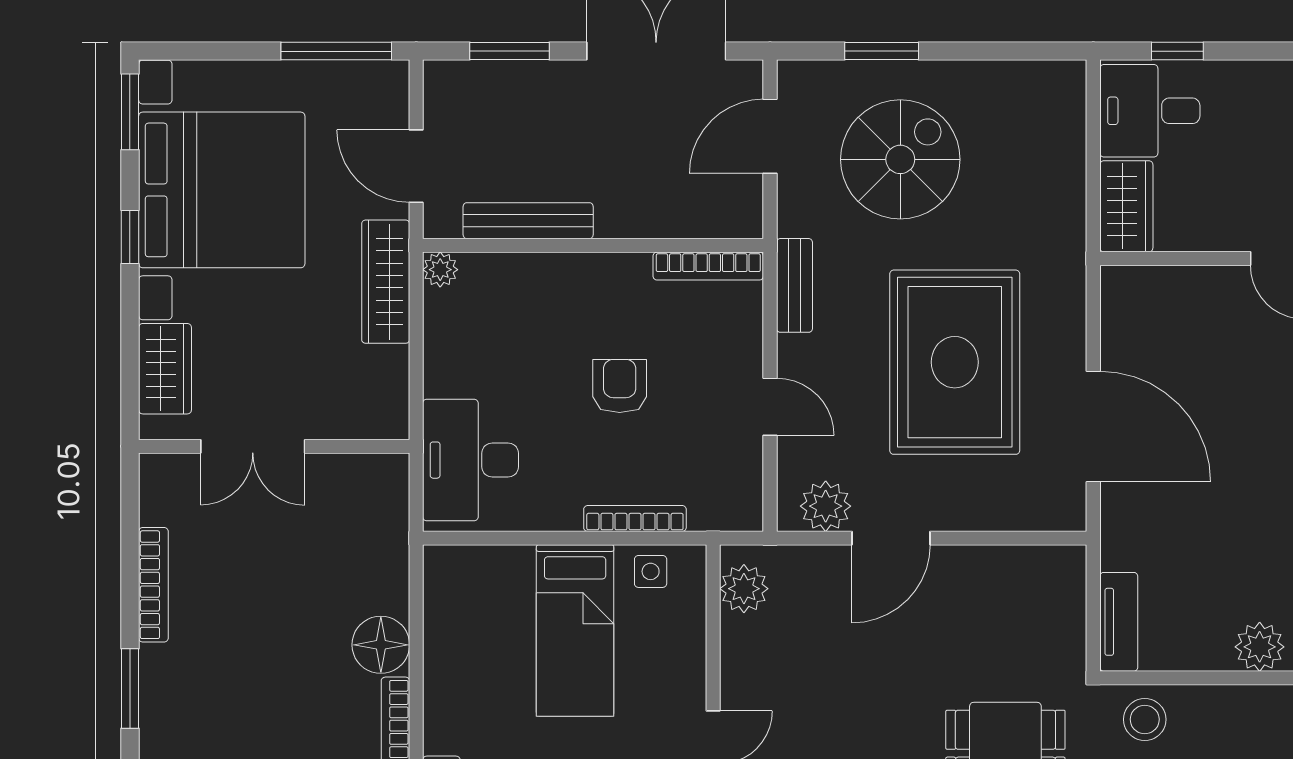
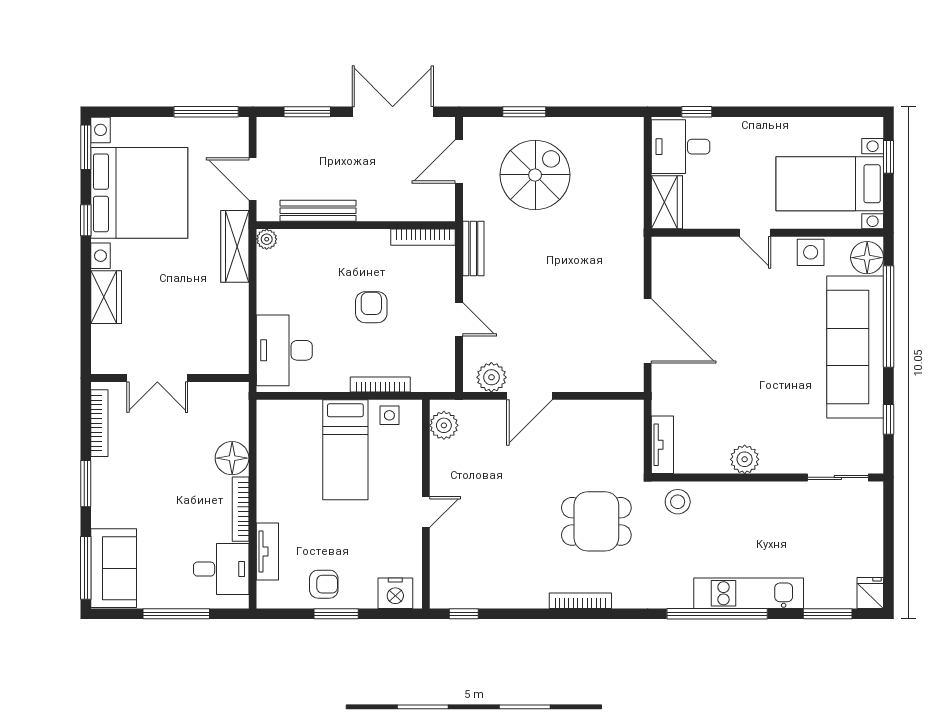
rug: (955, 362) -> (567, 293), removed
double door: (253, 446) -> (157, 378), moved
wall: (274, 446) -> (170, 378), moved

